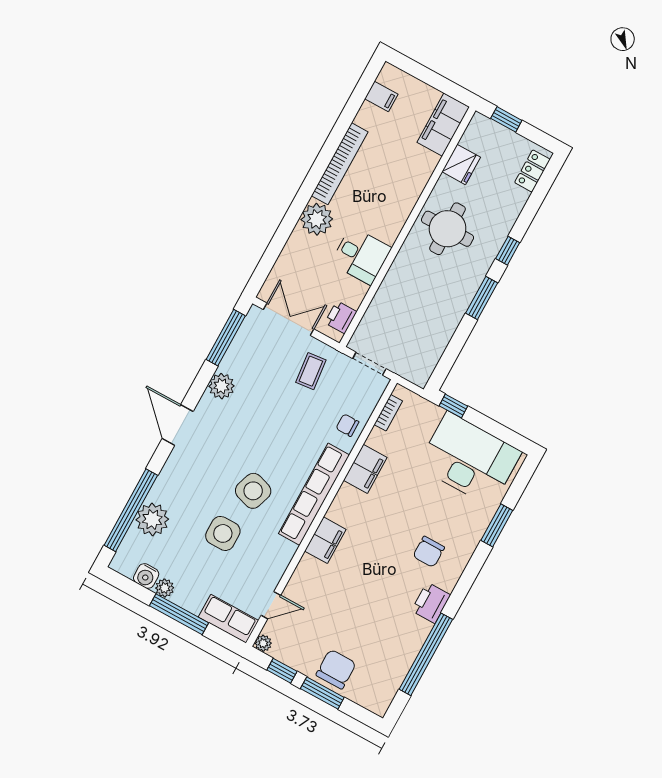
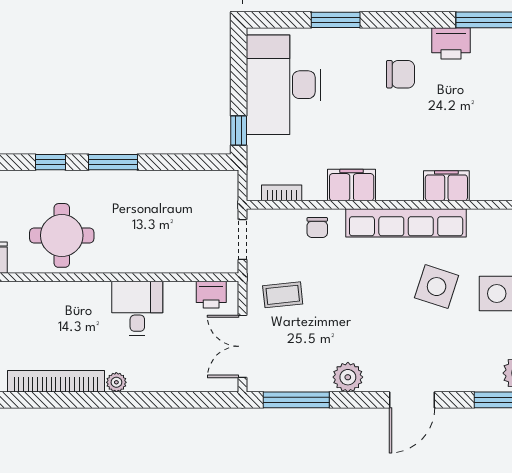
plant: (317, 219) -> (116, 382), width x0.53, depth x0.53

